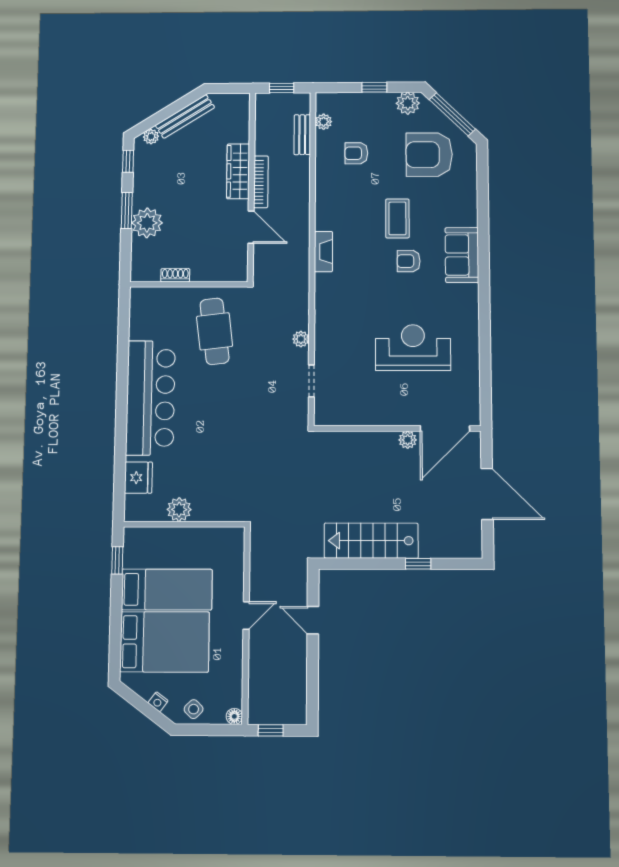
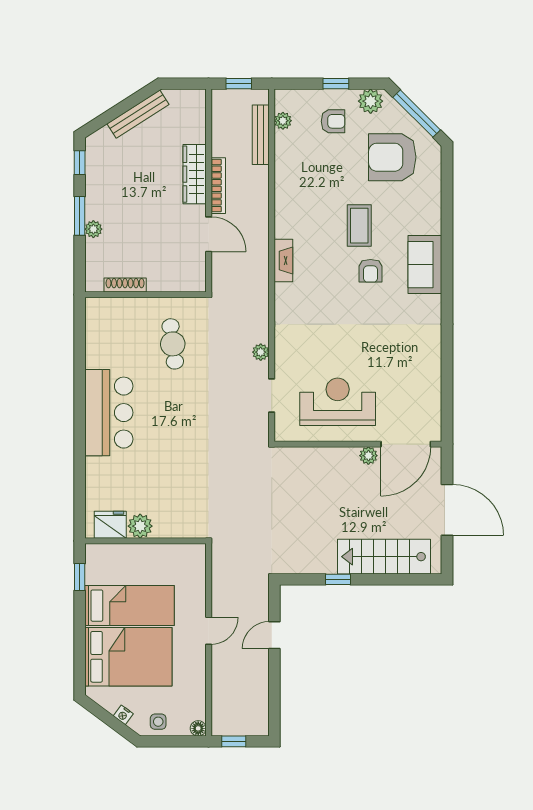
bench: (302, 135) -> (261, 135), width x1.36
plant: (151, 137) -> (103, 136), removed
armchair: (356, 153) -> (333, 121), moved, turned 180
plant: (147, 223) -> (93, 229), width x0.53, depth x0.53
armchair: (409, 261) -> (370, 271), turned -90
shoe rack: (175, 275) -> (125, 285), width x1.43
cafe table: (215, 331) -> (173, 344), width x0.73, depth x0.74
reception desk: (413, 348) -> (338, 402), moved
bar counter: (150, 398) -> (109, 413), width x0.73
fridge: (138, 478) -> (110, 525), moved, turned -90
stairs: (371, 541) -> (384, 557), moved
window: (418, 564) -> (338, 579), moved
door: (313, 620) -> (274, 635), hinge flipped
side table: (194, 709) -> (158, 722), turned 45

